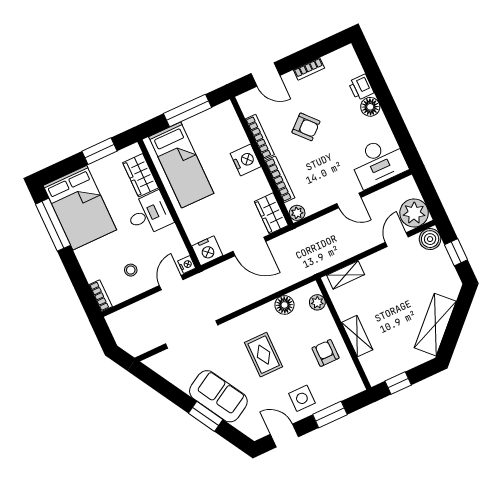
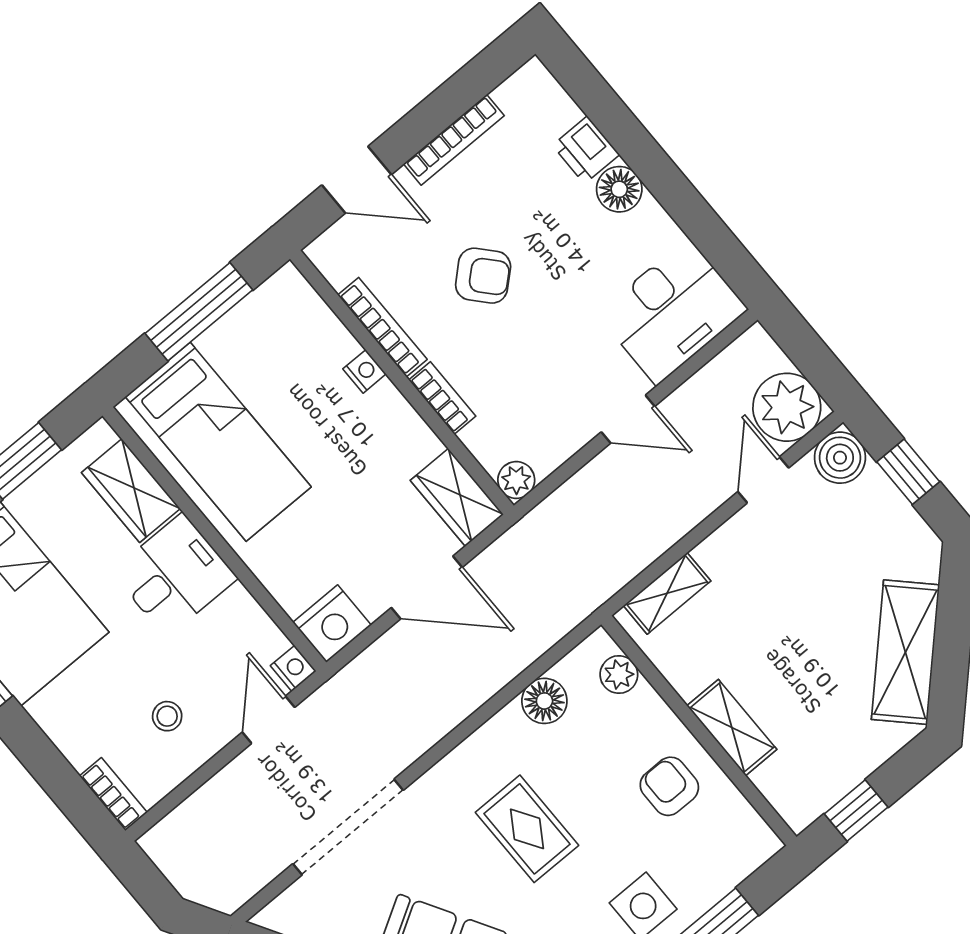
bookcase: (309, 69) -> (454, 140), width x1.56
nightstand: (246, 160) -> (364, 371), width x0.53, depth x0.56
bookcase: (280, 179) -> (442, 398), width x0.64

